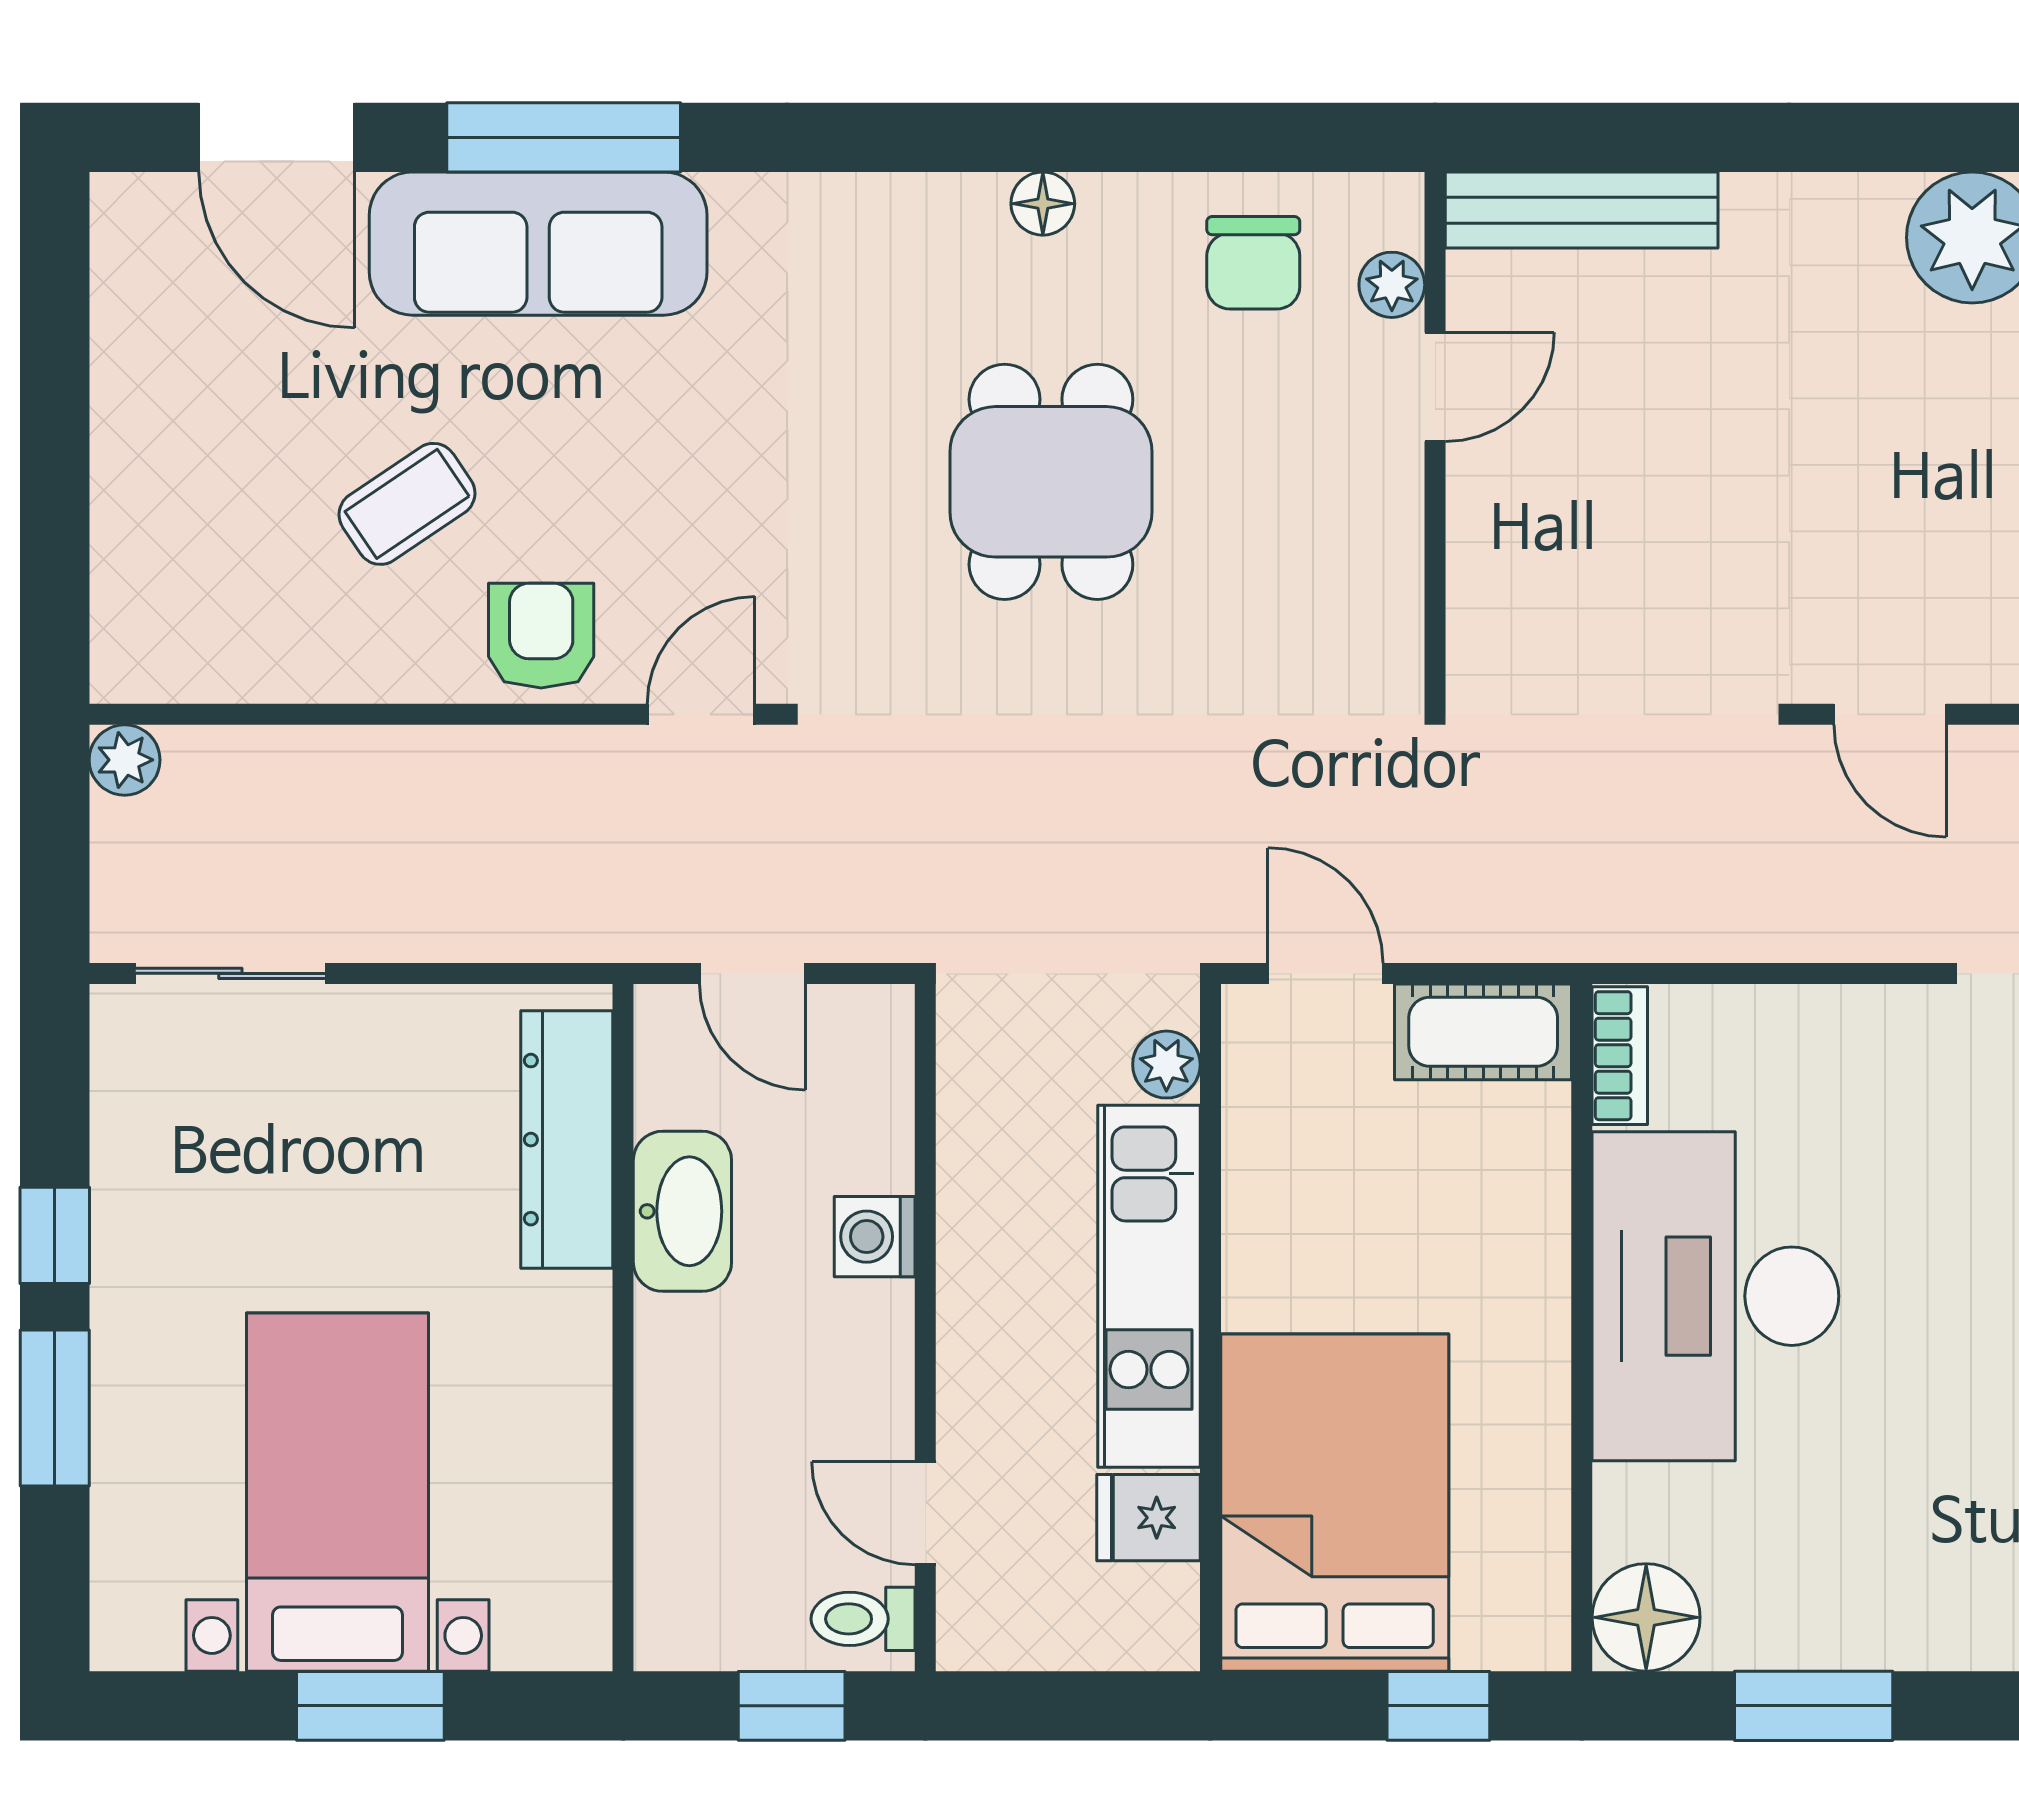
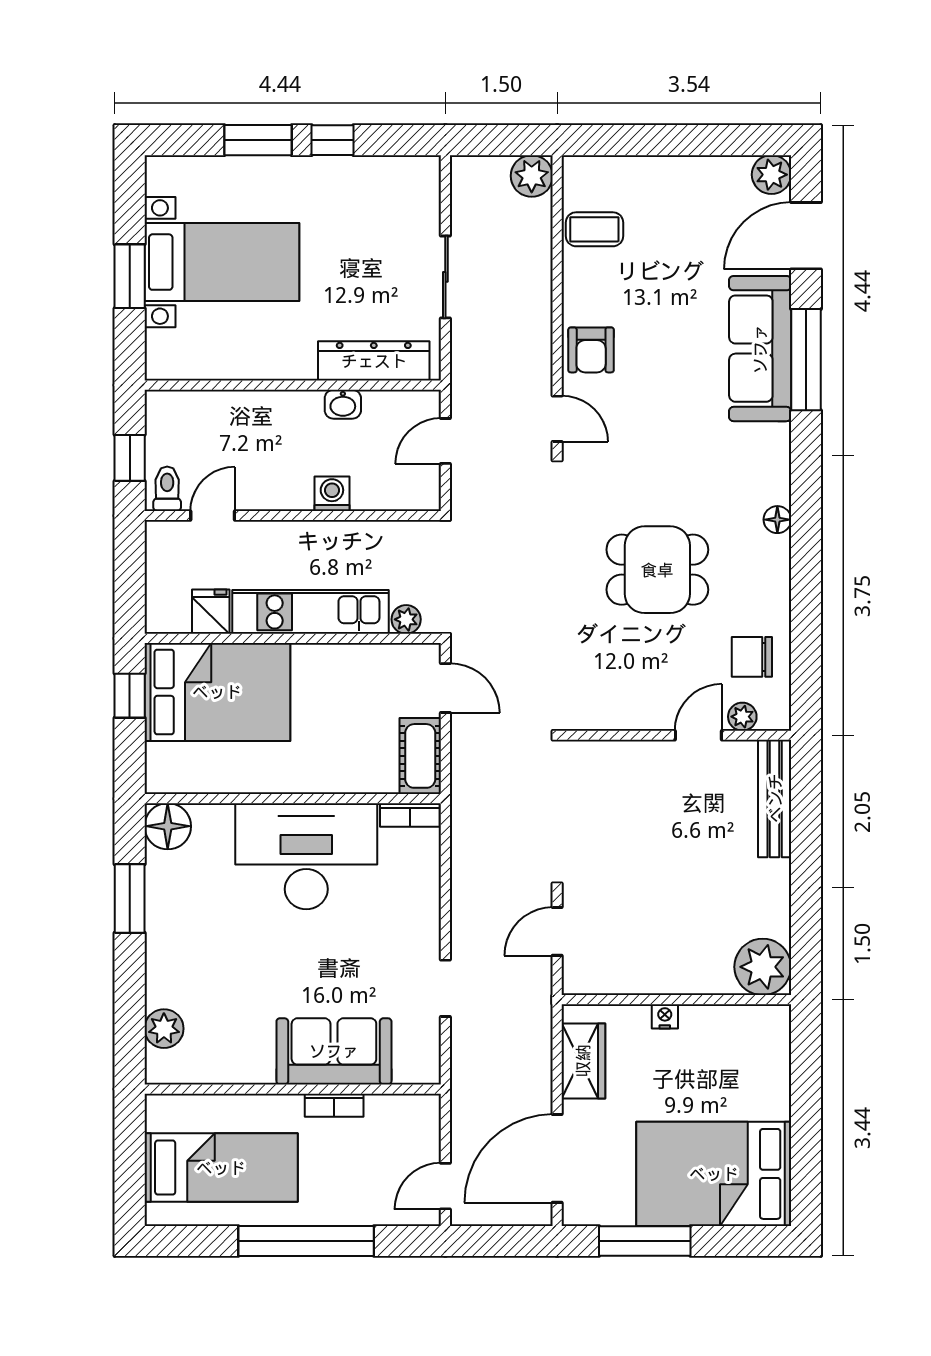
floor lamp: (1043, 204) -> (777, 520), moved
plant: (135, 217) -> (771, 175), added
door: (1435, 387) -> (698, 735), swing flipped
coffee table: (407, 504) -> (594, 229), moved, turned -56
armchair: (541, 636) -> (591, 350), turned 90
plant: (125, 760) -> (532, 176), width x1.38, depth x1.38
sliding door: (230, 973) -> (445, 277), moved
door: (1325, 973) -> (445, 688), hinge flipped
washbasin: (682, 1211) -> (343, 404), width x0.52, depth x0.69
window: (1438, 1706) -> (130, 696), moved

